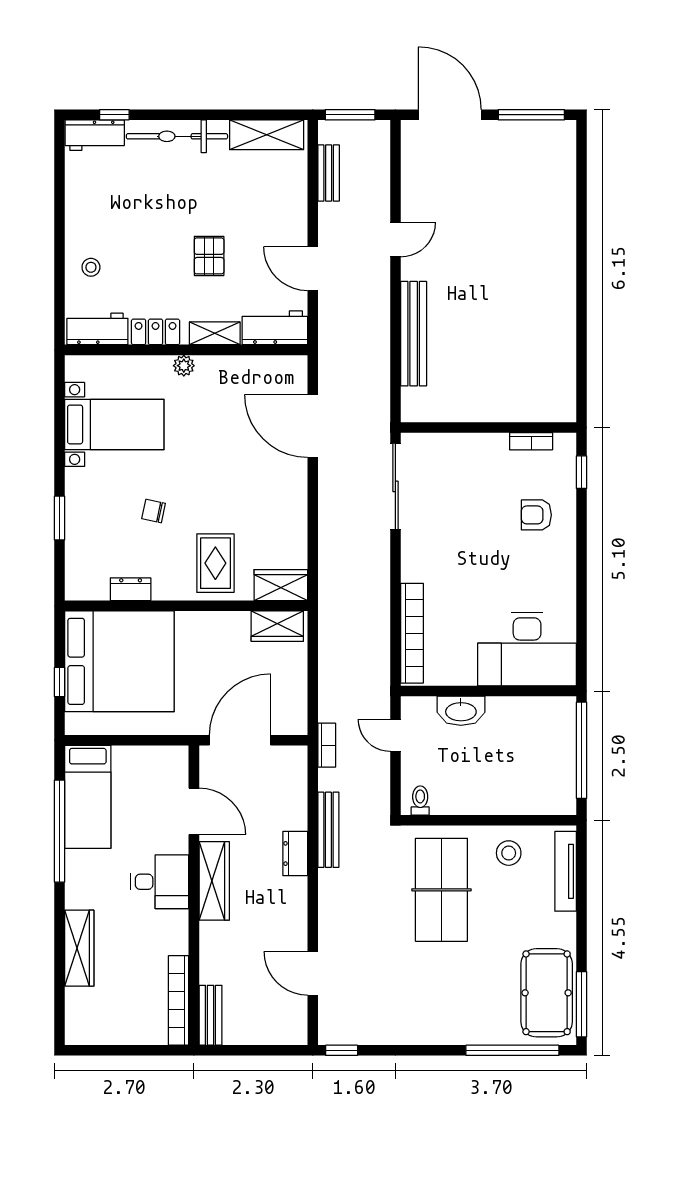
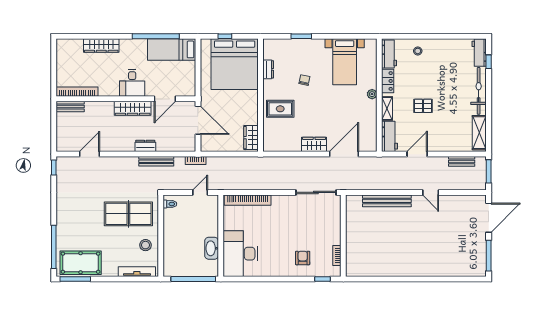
wardrobe: (281, 585) -> (314, 144), moved, turned -90
washbasin: (461, 711) -> (212, 248), moved

